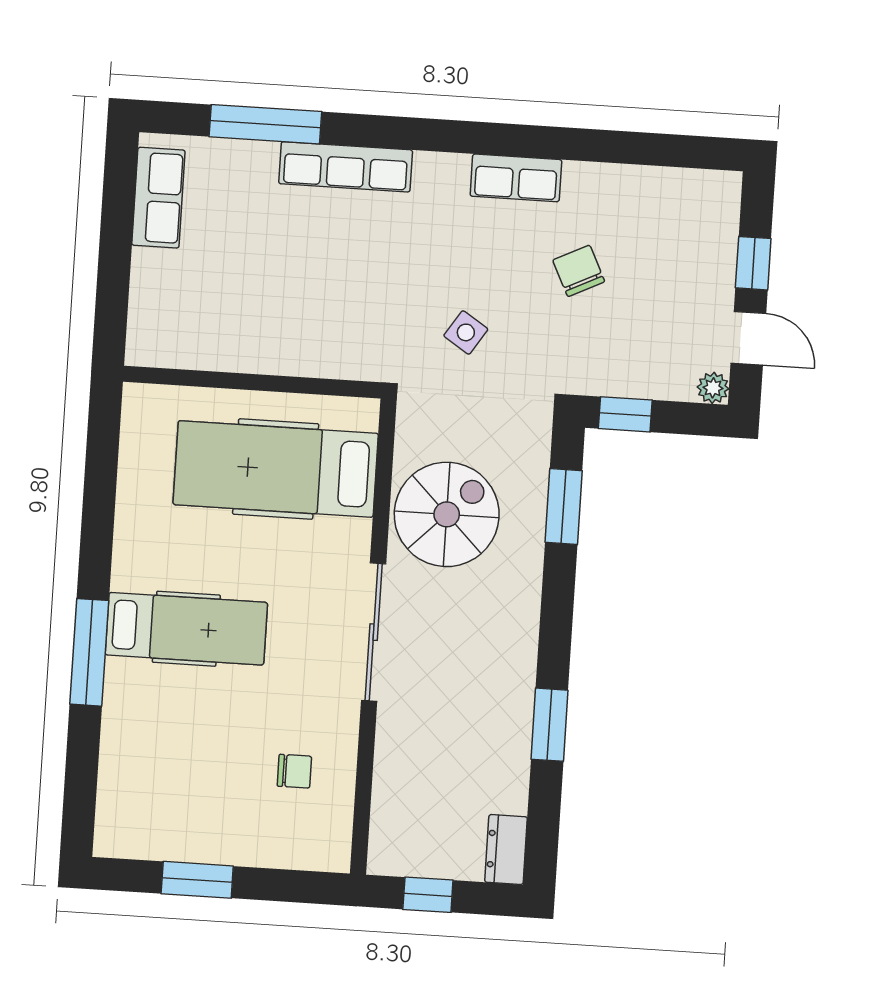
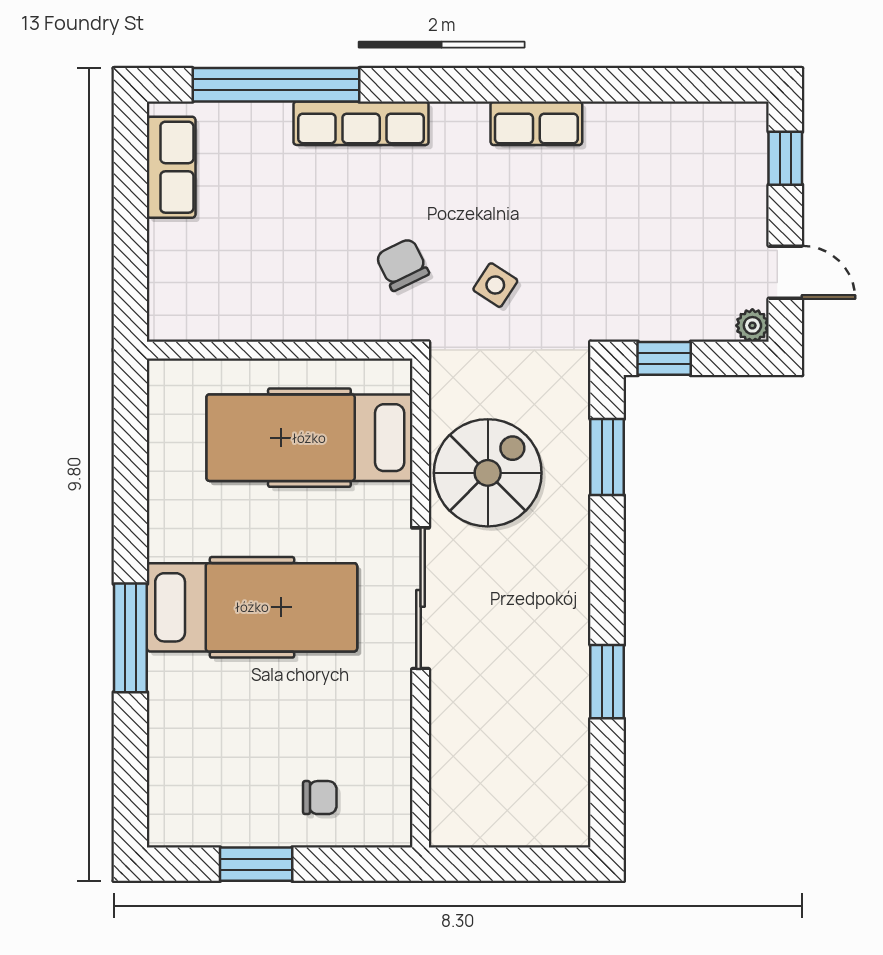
window: (265, 124) -> (276, 85), width x1.46
window: (753, 263) -> (785, 158), moved
chair: (579, 271) -> (402, 264), moved
hospital bed: (186, 629) -> (252, 607), width x1.37, depth x1.29
chair: (294, 771) -> (320, 798), moved
dresser: (506, 850) -> (571, 813), removed
window: (428, 895) -> (494, 864), removed

